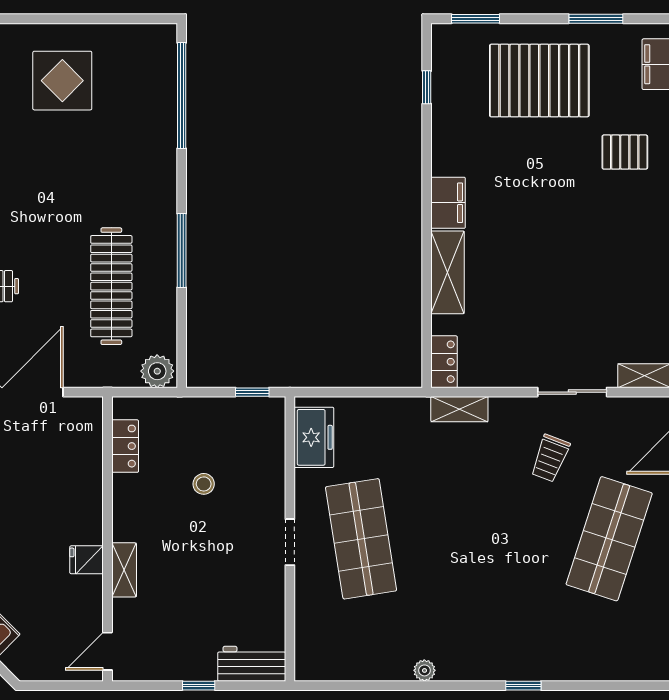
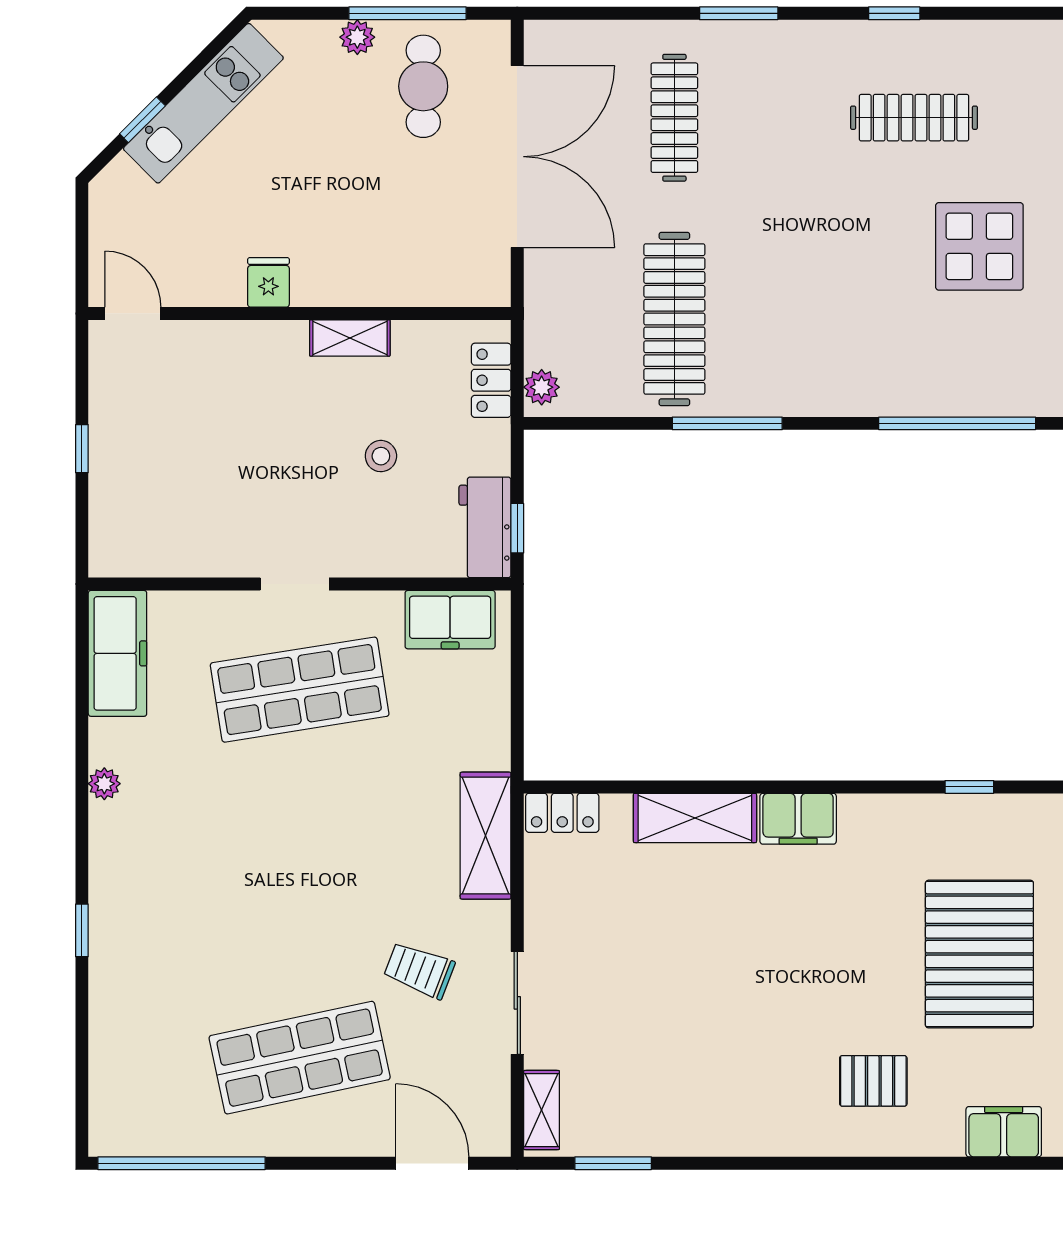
pallet: (625, 152) -> (873, 1081), turned 90
clothes rail: (111, 286) -> (674, 319), turned 90
plant: (157, 371) -> (542, 387), width x0.73, depth x0.73
shelving: (459, 409) -> (486, 836), width x1.50, depth x1.33
locker: (125, 446) -> (491, 380), moved, turned 90
shop shelf: (609, 539) -> (300, 1058), turned -30
shelving: (124, 570) -> (350, 338), moved
freezer: (337, 662) -> (117, 653), added
workbench: (252, 664) -> (485, 527), moved, turned 180

